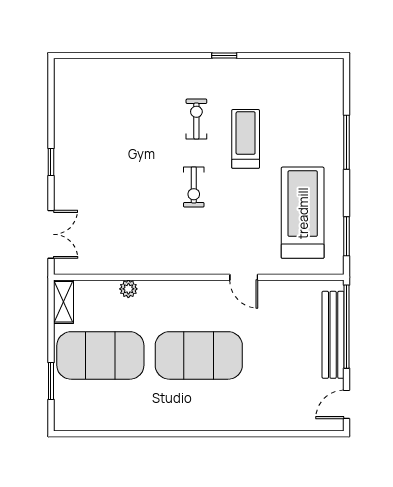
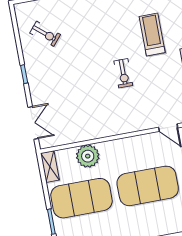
exercise bike: (196, 119) -> (45, 34), moved, turned 130
plant: (128, 289) -> (88, 156), width x1.88, depth x1.88

